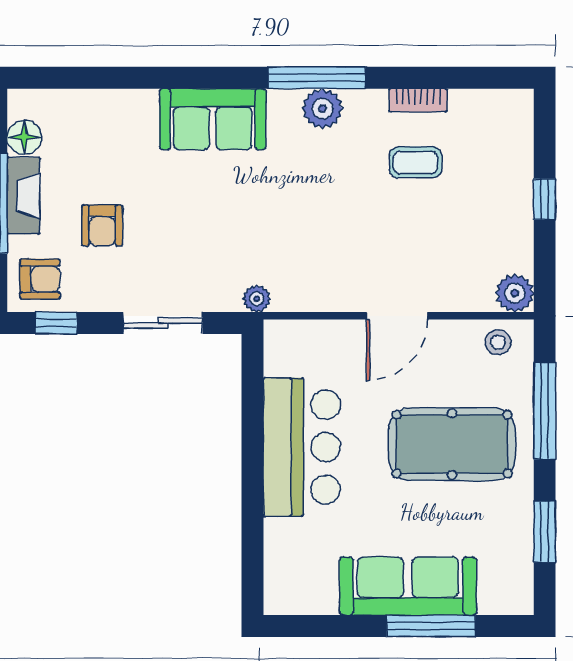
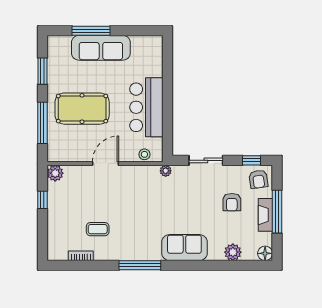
bookcase: (418, 100) -> (81, 256), moved
plant: (323, 109) -> (233, 252), moved
floor lamp: (24, 137) -> (265, 253), moved
window: (545, 199) -> (42, 200), moved
armchair: (102, 225) -> (232, 202), turned 180
armchair: (40, 279) -> (258, 179), turned -98
stool: (498, 342) -> (144, 154), moved

